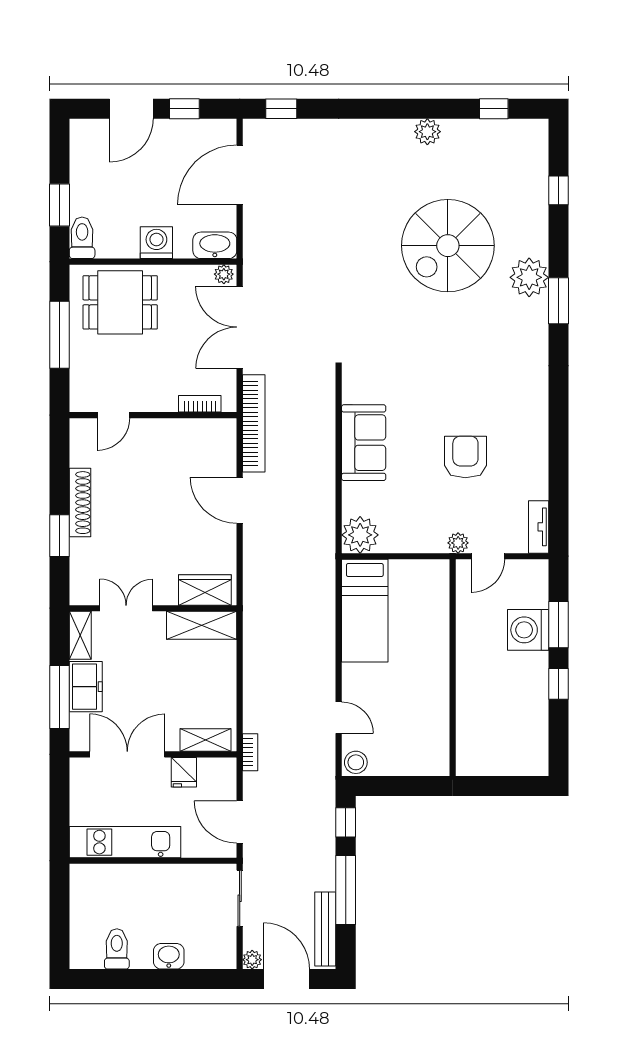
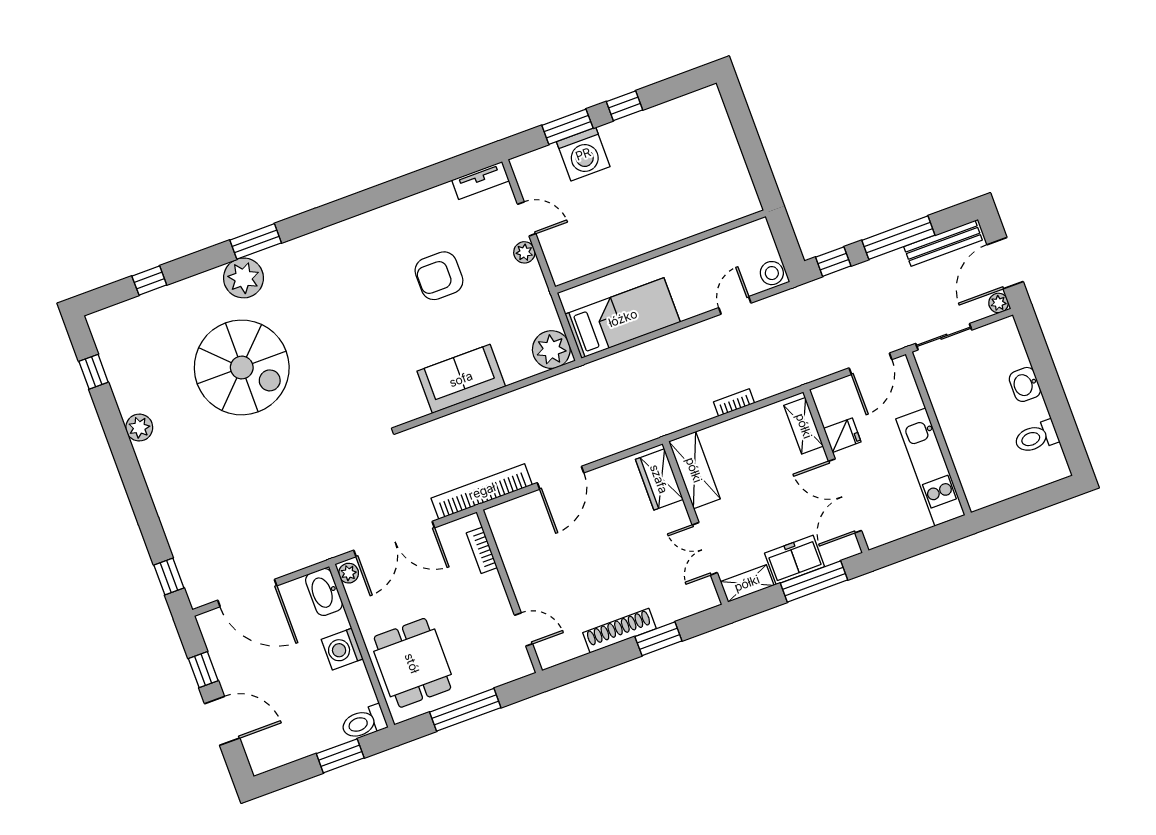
wall: (453, 668) -> (660, 252), moved
bookcase: (250, 752) -> (734, 403), moved

